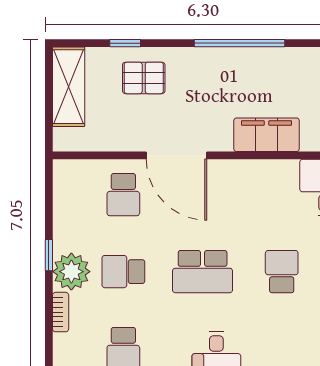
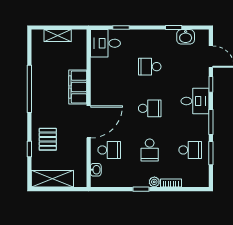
filing cabinet: (267, 135) -> (78, 87), moved
washbasin: (86, 169) -> (96, 170), added
plant: (71, 272) -> (154, 182), width x0.53, depth x0.53
school desk: (203, 272) -> (150, 108), width x0.54

